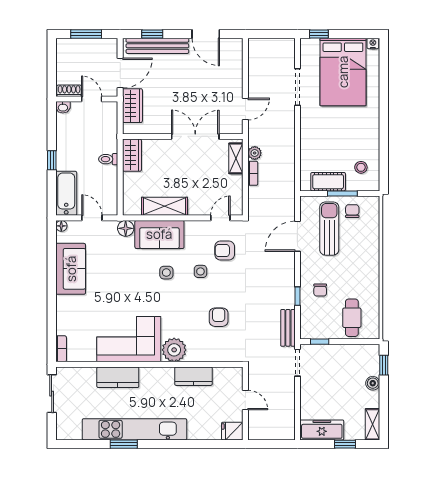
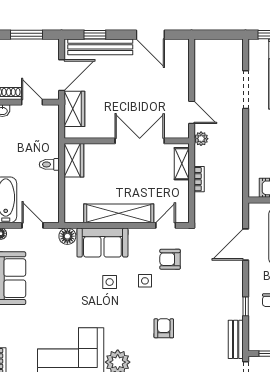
door: (245, 109) -> (192, 112), hinge flipped
plant: (255, 153) -> (201, 139), moved
shelving: (165, 206) -> (119, 213), width x1.47

